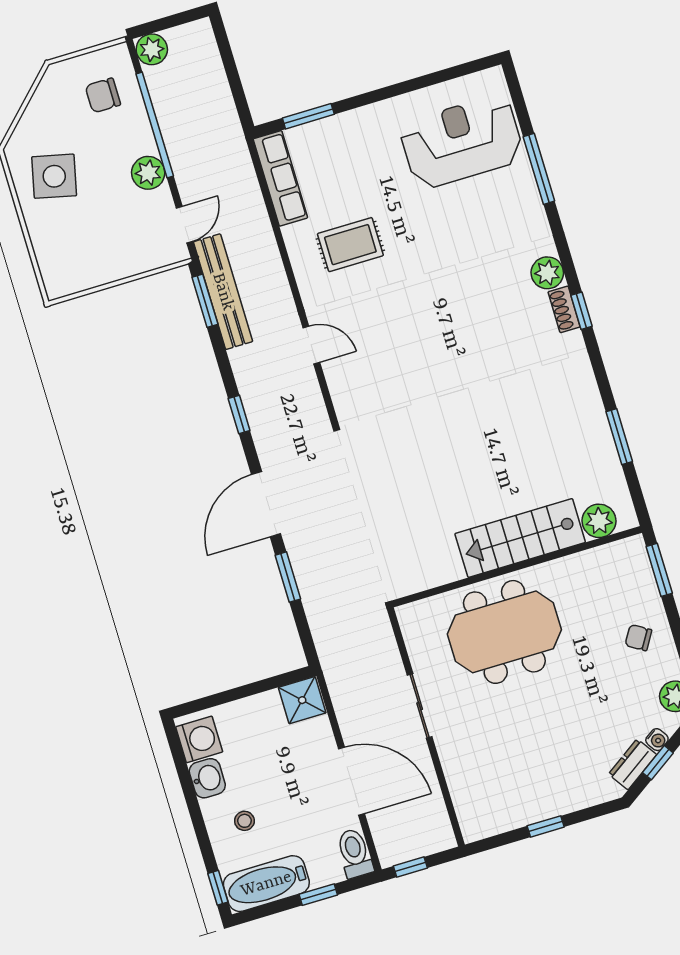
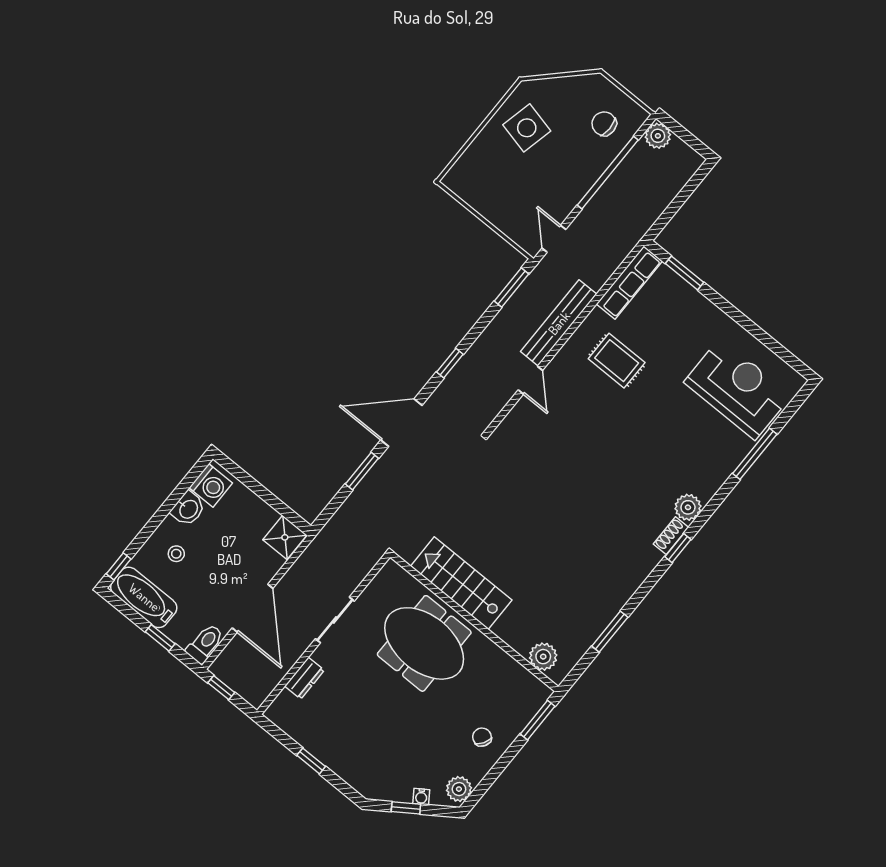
plant: (148, 173) -> (572, 190), removed
door: (185, 225) -> (554, 239), swing flipped
bench: (223, 292) -> (559, 323), moved
stairs: (520, 538) -> (461, 583), moved
dresser: (633, 764) -> (305, 678), moved, turned 124

